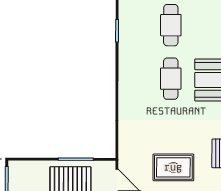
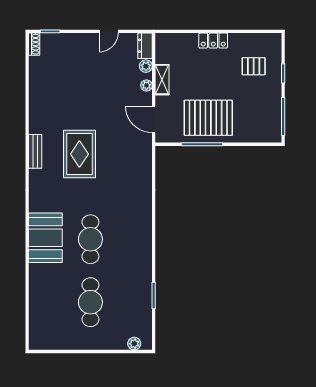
rug: (173, 167) -> (79, 154), moved, turned 90

